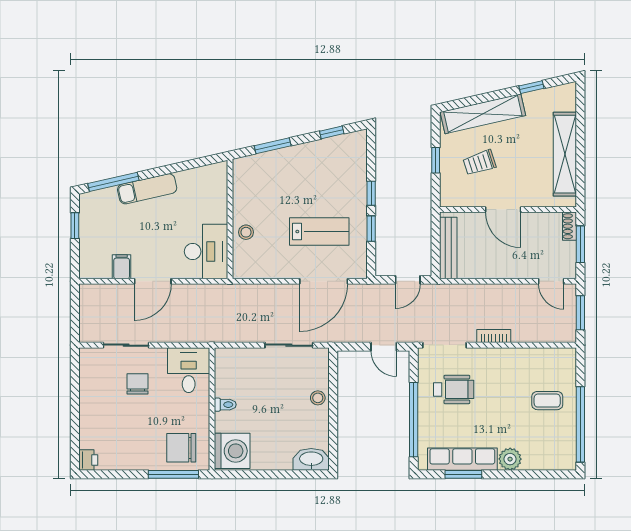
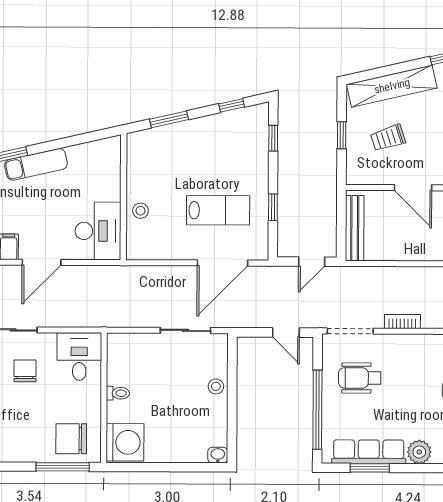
window: (371, 193) -> (273, 138), moved
wheelchair: (454, 389) -> (360, 378), turned 180
washbasin: (311, 459) -> (218, 455), width x0.52, depth x0.69

